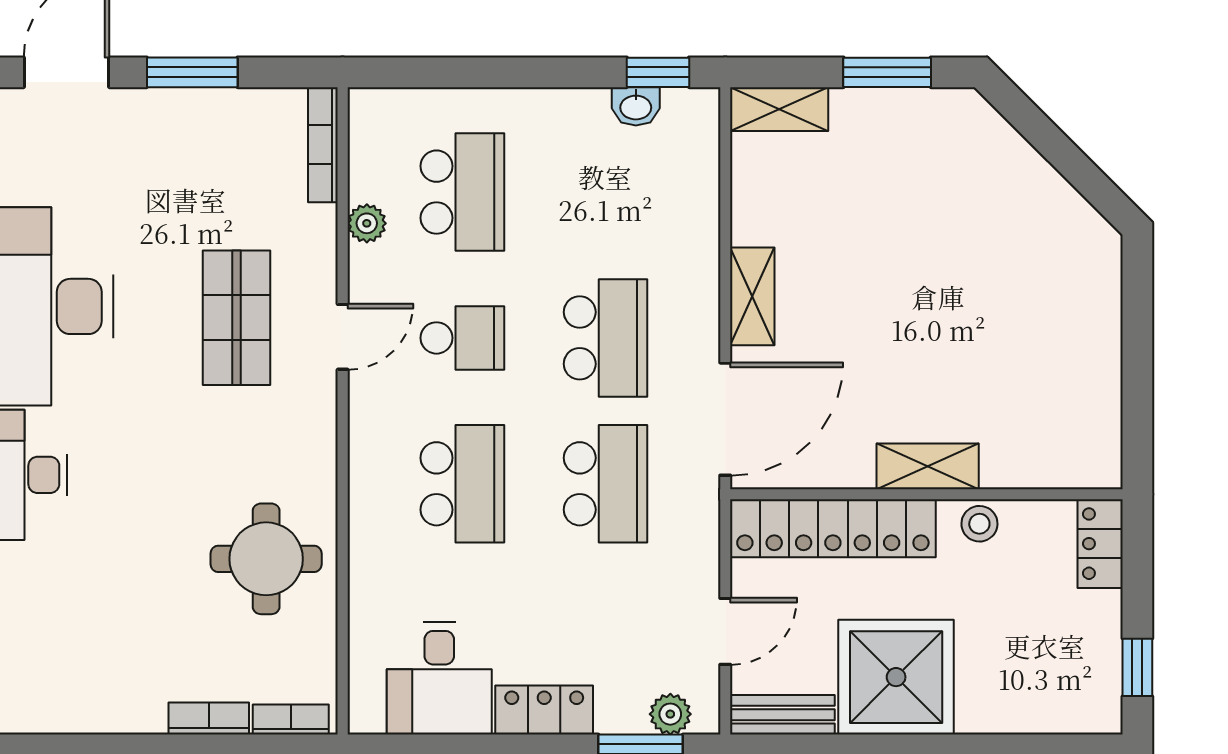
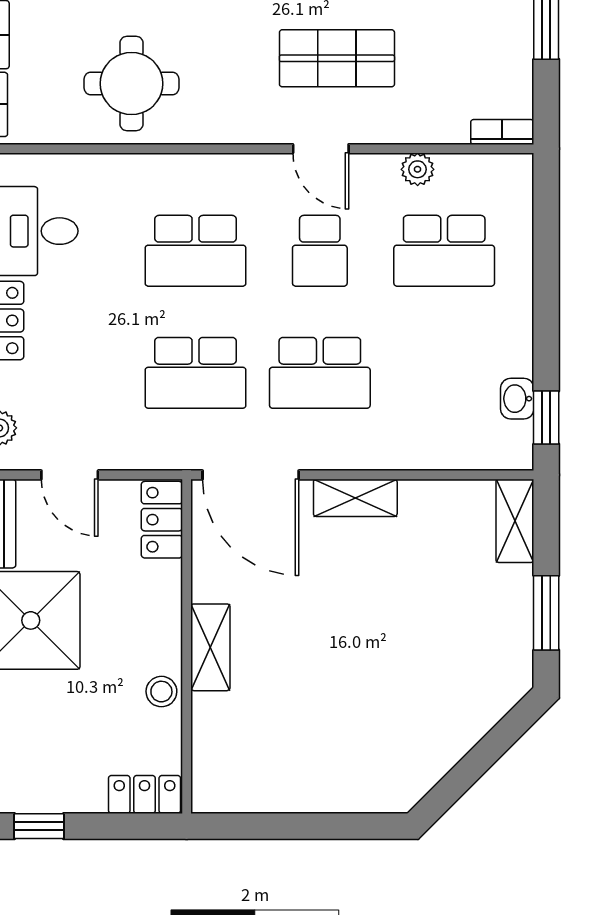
bookcase: (323, 145) -> (502, 132), width x0.64
locker: (833, 528) -> (162, 520), width x0.46, depth x0.83

